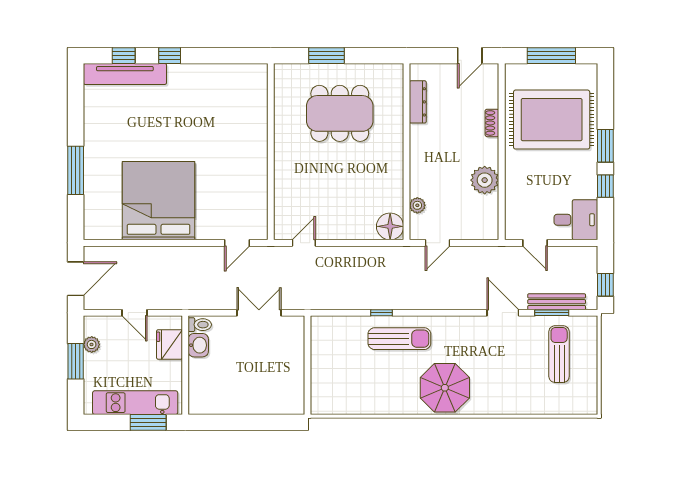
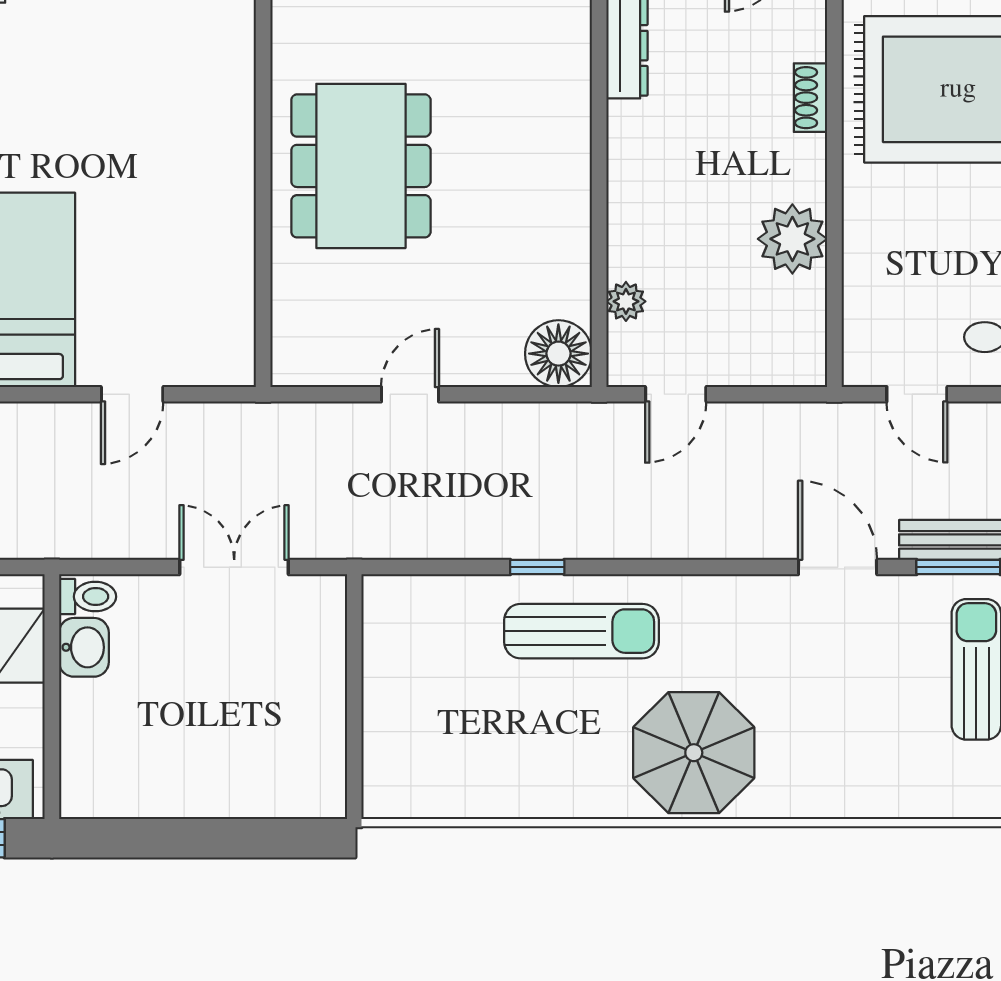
dining table: (340, 113) -> (361, 166), moved, turned 90
door: (237, 243) -> (132, 394), moved
door: (304, 243) -> (410, 394), moved

